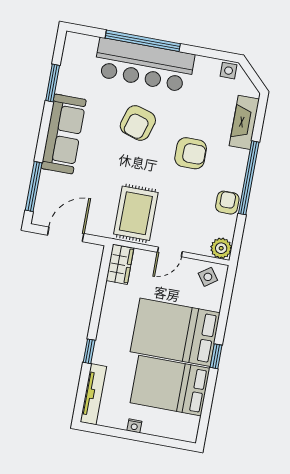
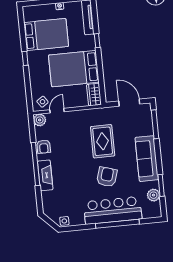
plant: (70, 71) -> (154, 195), added
fireplace: (244, 122) -> (45, 175), moved
armchair: (191, 153) -> (72, 168), removed
rug: (136, 213) -> (103, 141), moved
door: (66, 234) -> (129, 103), swing flipped
door: (170, 252) -> (57, 111), moved
bed: (175, 332) -> (74, 69), moved, turned 180

